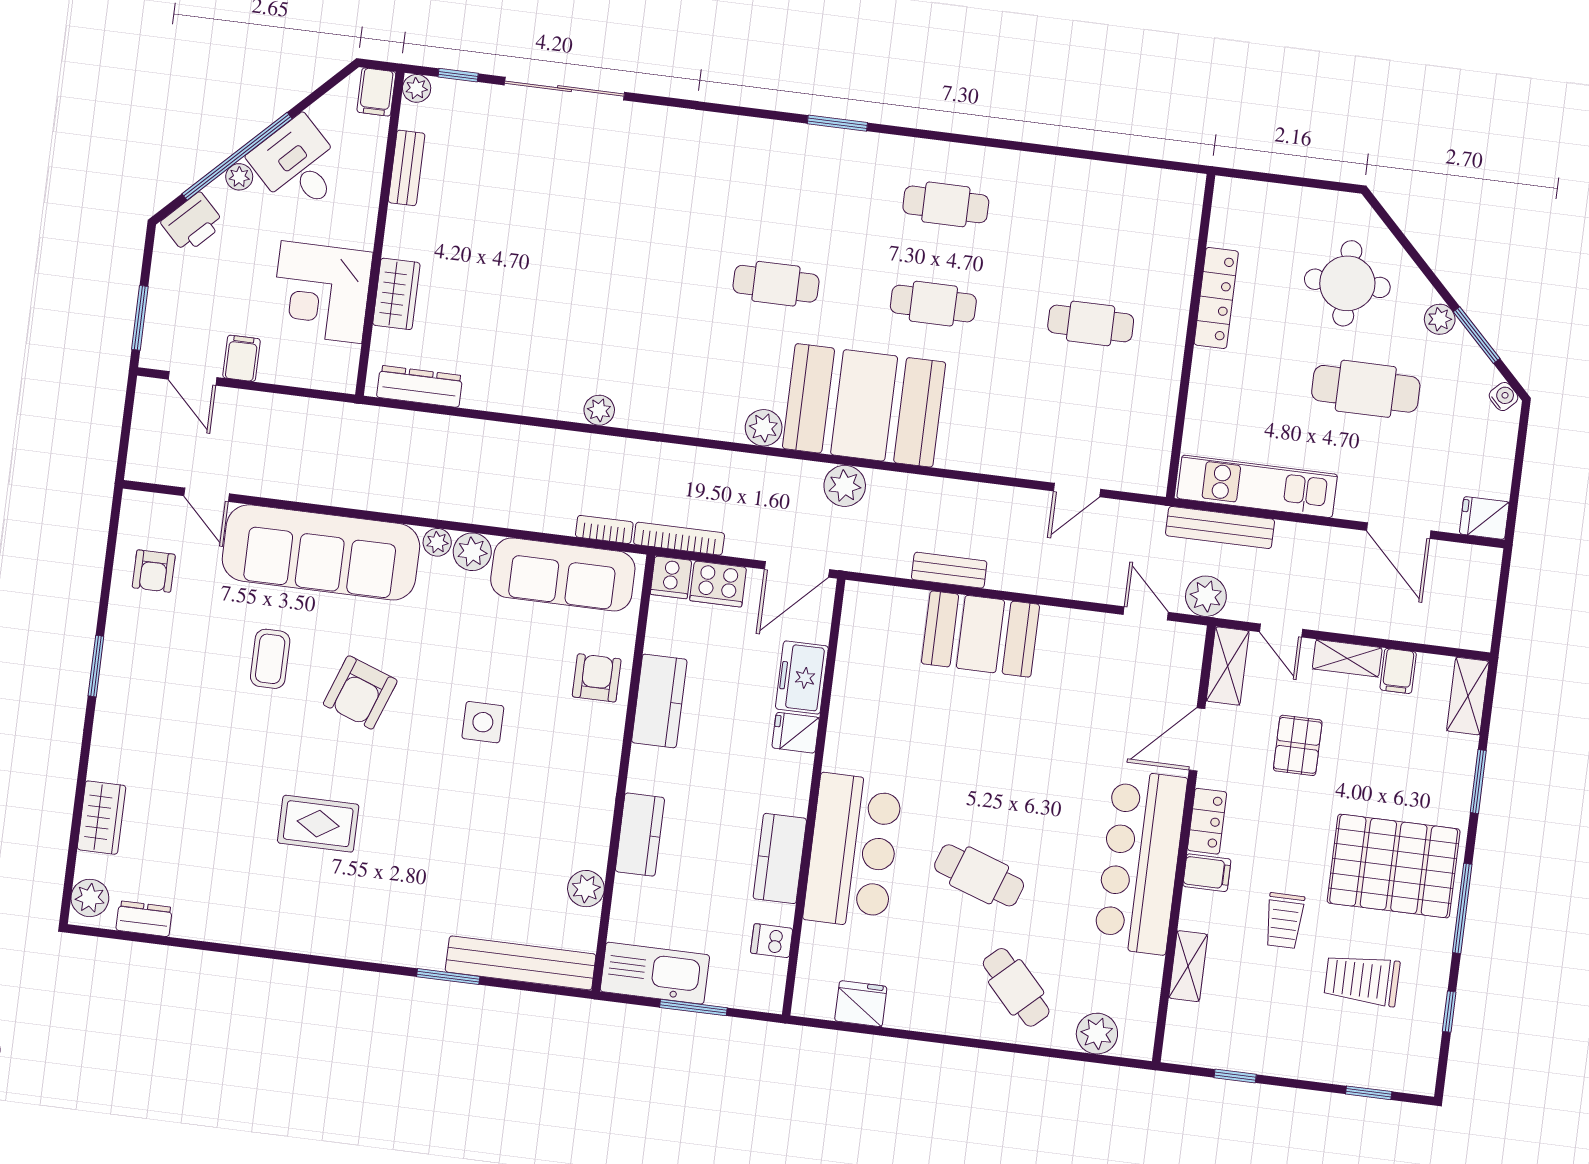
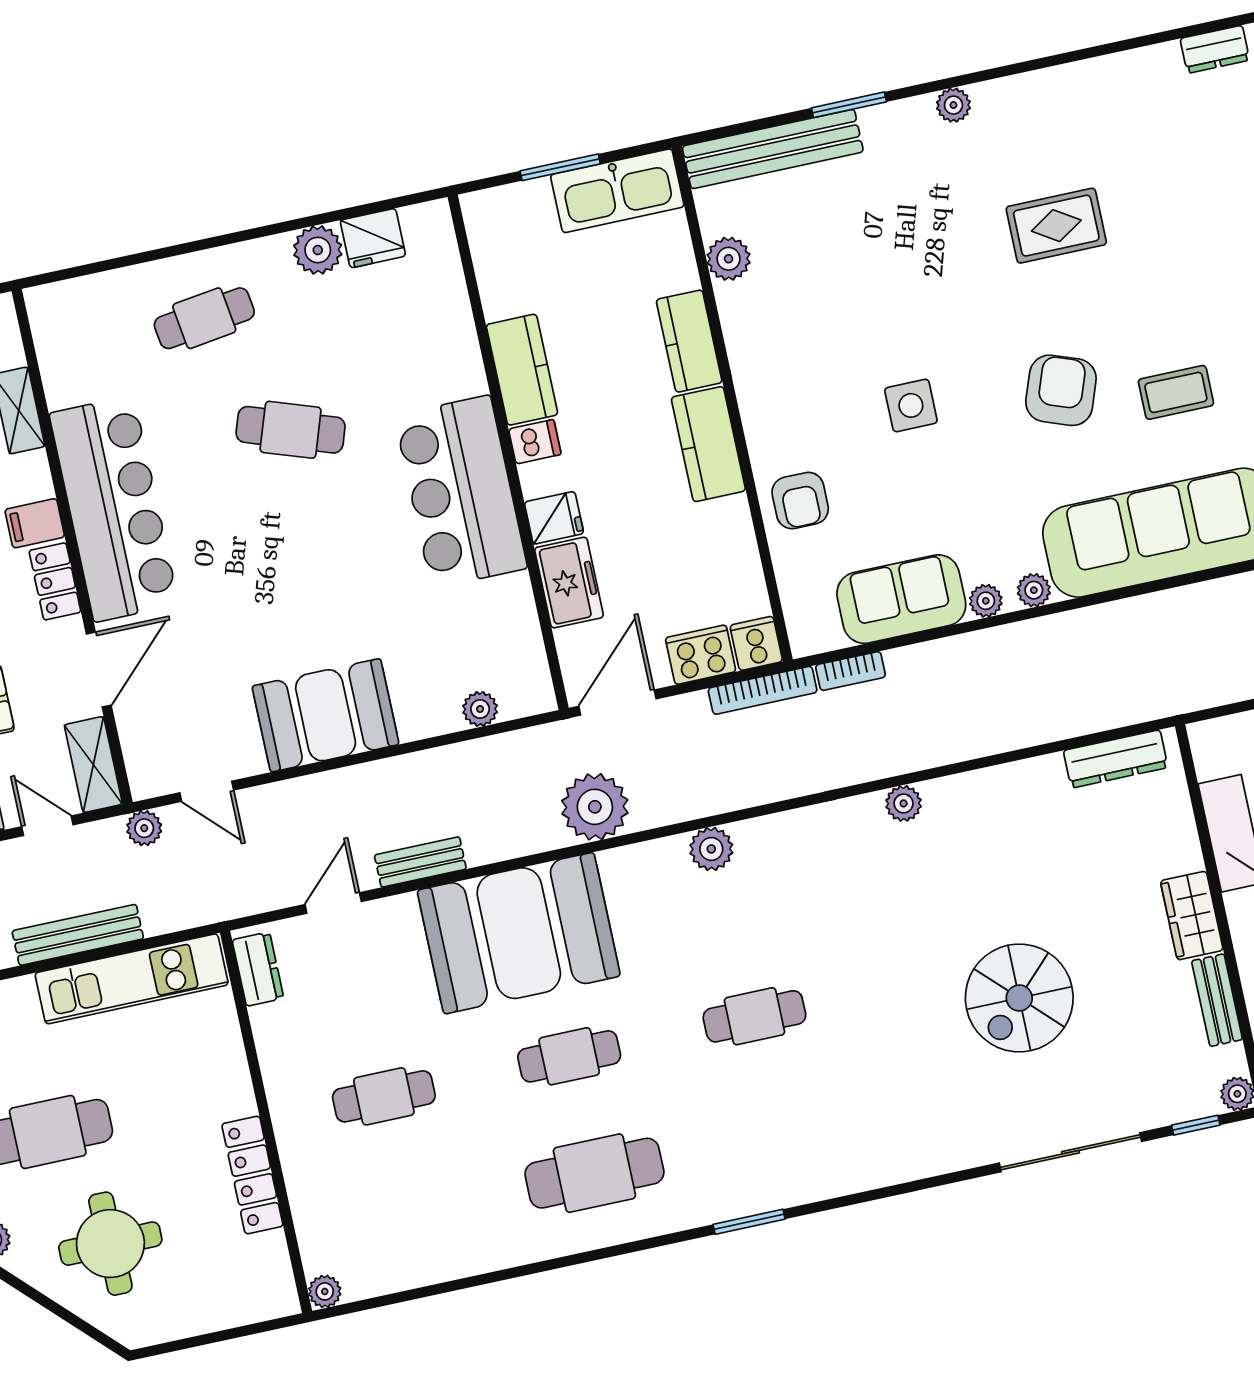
plant: (1192, 186) -> (325, 1291), added
cafe table: (946, 204) -> (594, 1173), width x1.37, depth x1.35
spiral stairs: (562, 225) -> (1019, 998), added
wardrobe: (396, 294) -> (1192, 916), moved
booth: (864, 405) -> (519, 933), moved
dresser: (1155, 459) -> (258, 969), added
plant: (845, 486) -> (595, 807), width x1.36, depth x1.36
bench: (1220, 527) -> (78, 935), moved
plant: (472, 552) -> (986, 601), width x0.73, depth x0.73
bench: (949, 570) -> (420, 862), moved
sofa: (563, 574) -> (901, 599), width x0.73
plant: (1206, 596) -> (144, 828), width x0.73, depth x0.73
plant: (907, 602) -> (480, 709), added
booth: (980, 634) -> (326, 715), moved
coffee table: (270, 659) -> (1176, 392), turned 90
kitchen counter: (659, 701) -> (708, 444), moved
bar counter: (853, 851) -> (461, 492), moved
dishwasher: (772, 941) -> (535, 442), moved
plant: (366, 947) -> (953, 105), added
cafe table: (1016, 987) -> (204, 318), turned -55
plant: (1097, 1034) -> (318, 250), moved

